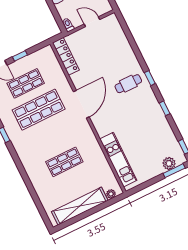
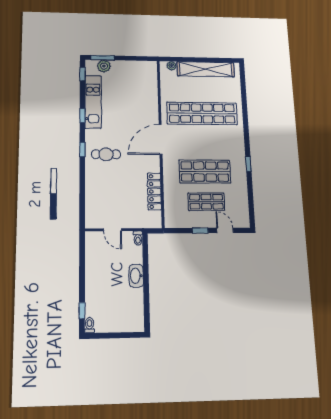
locker: (66, 56) -> (154, 192), moved
door: (81, 104) -> (161, 139), moved
kitchen unit: (118, 160) -> (93, 102), moved, turned 180
shop shelf: (64, 162) -> (202, 113), width x2.00, depth x1.36

